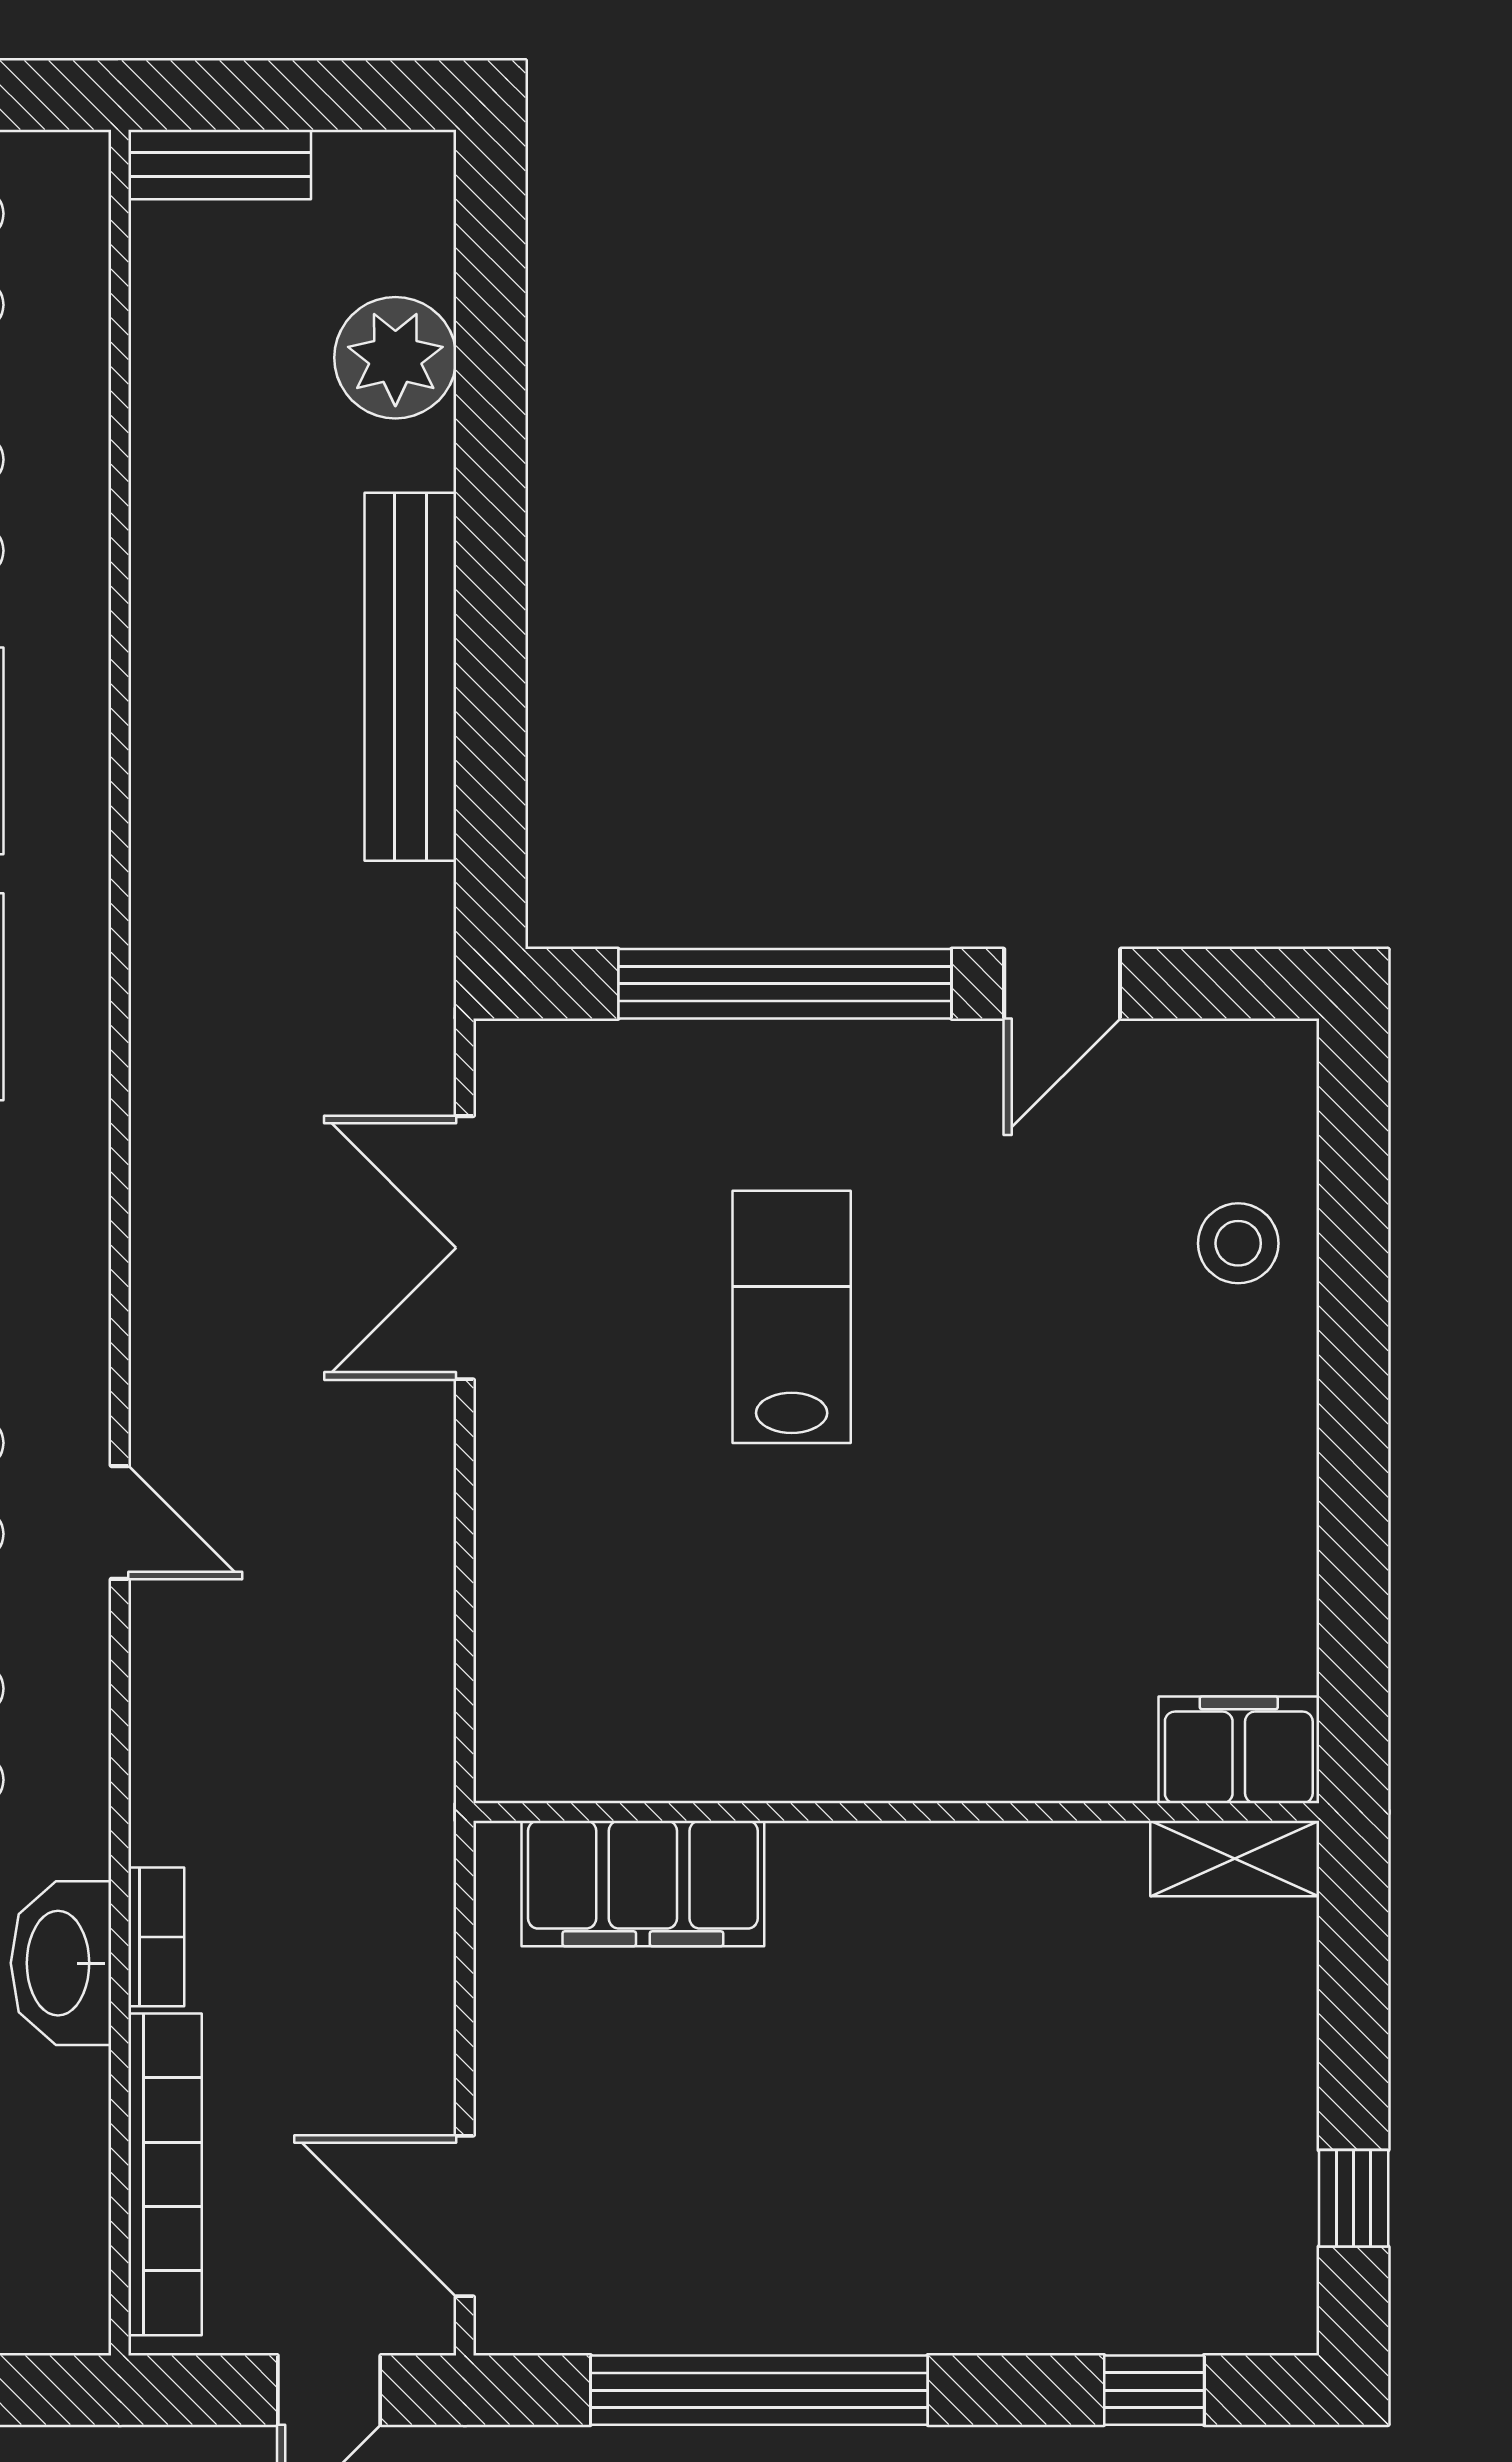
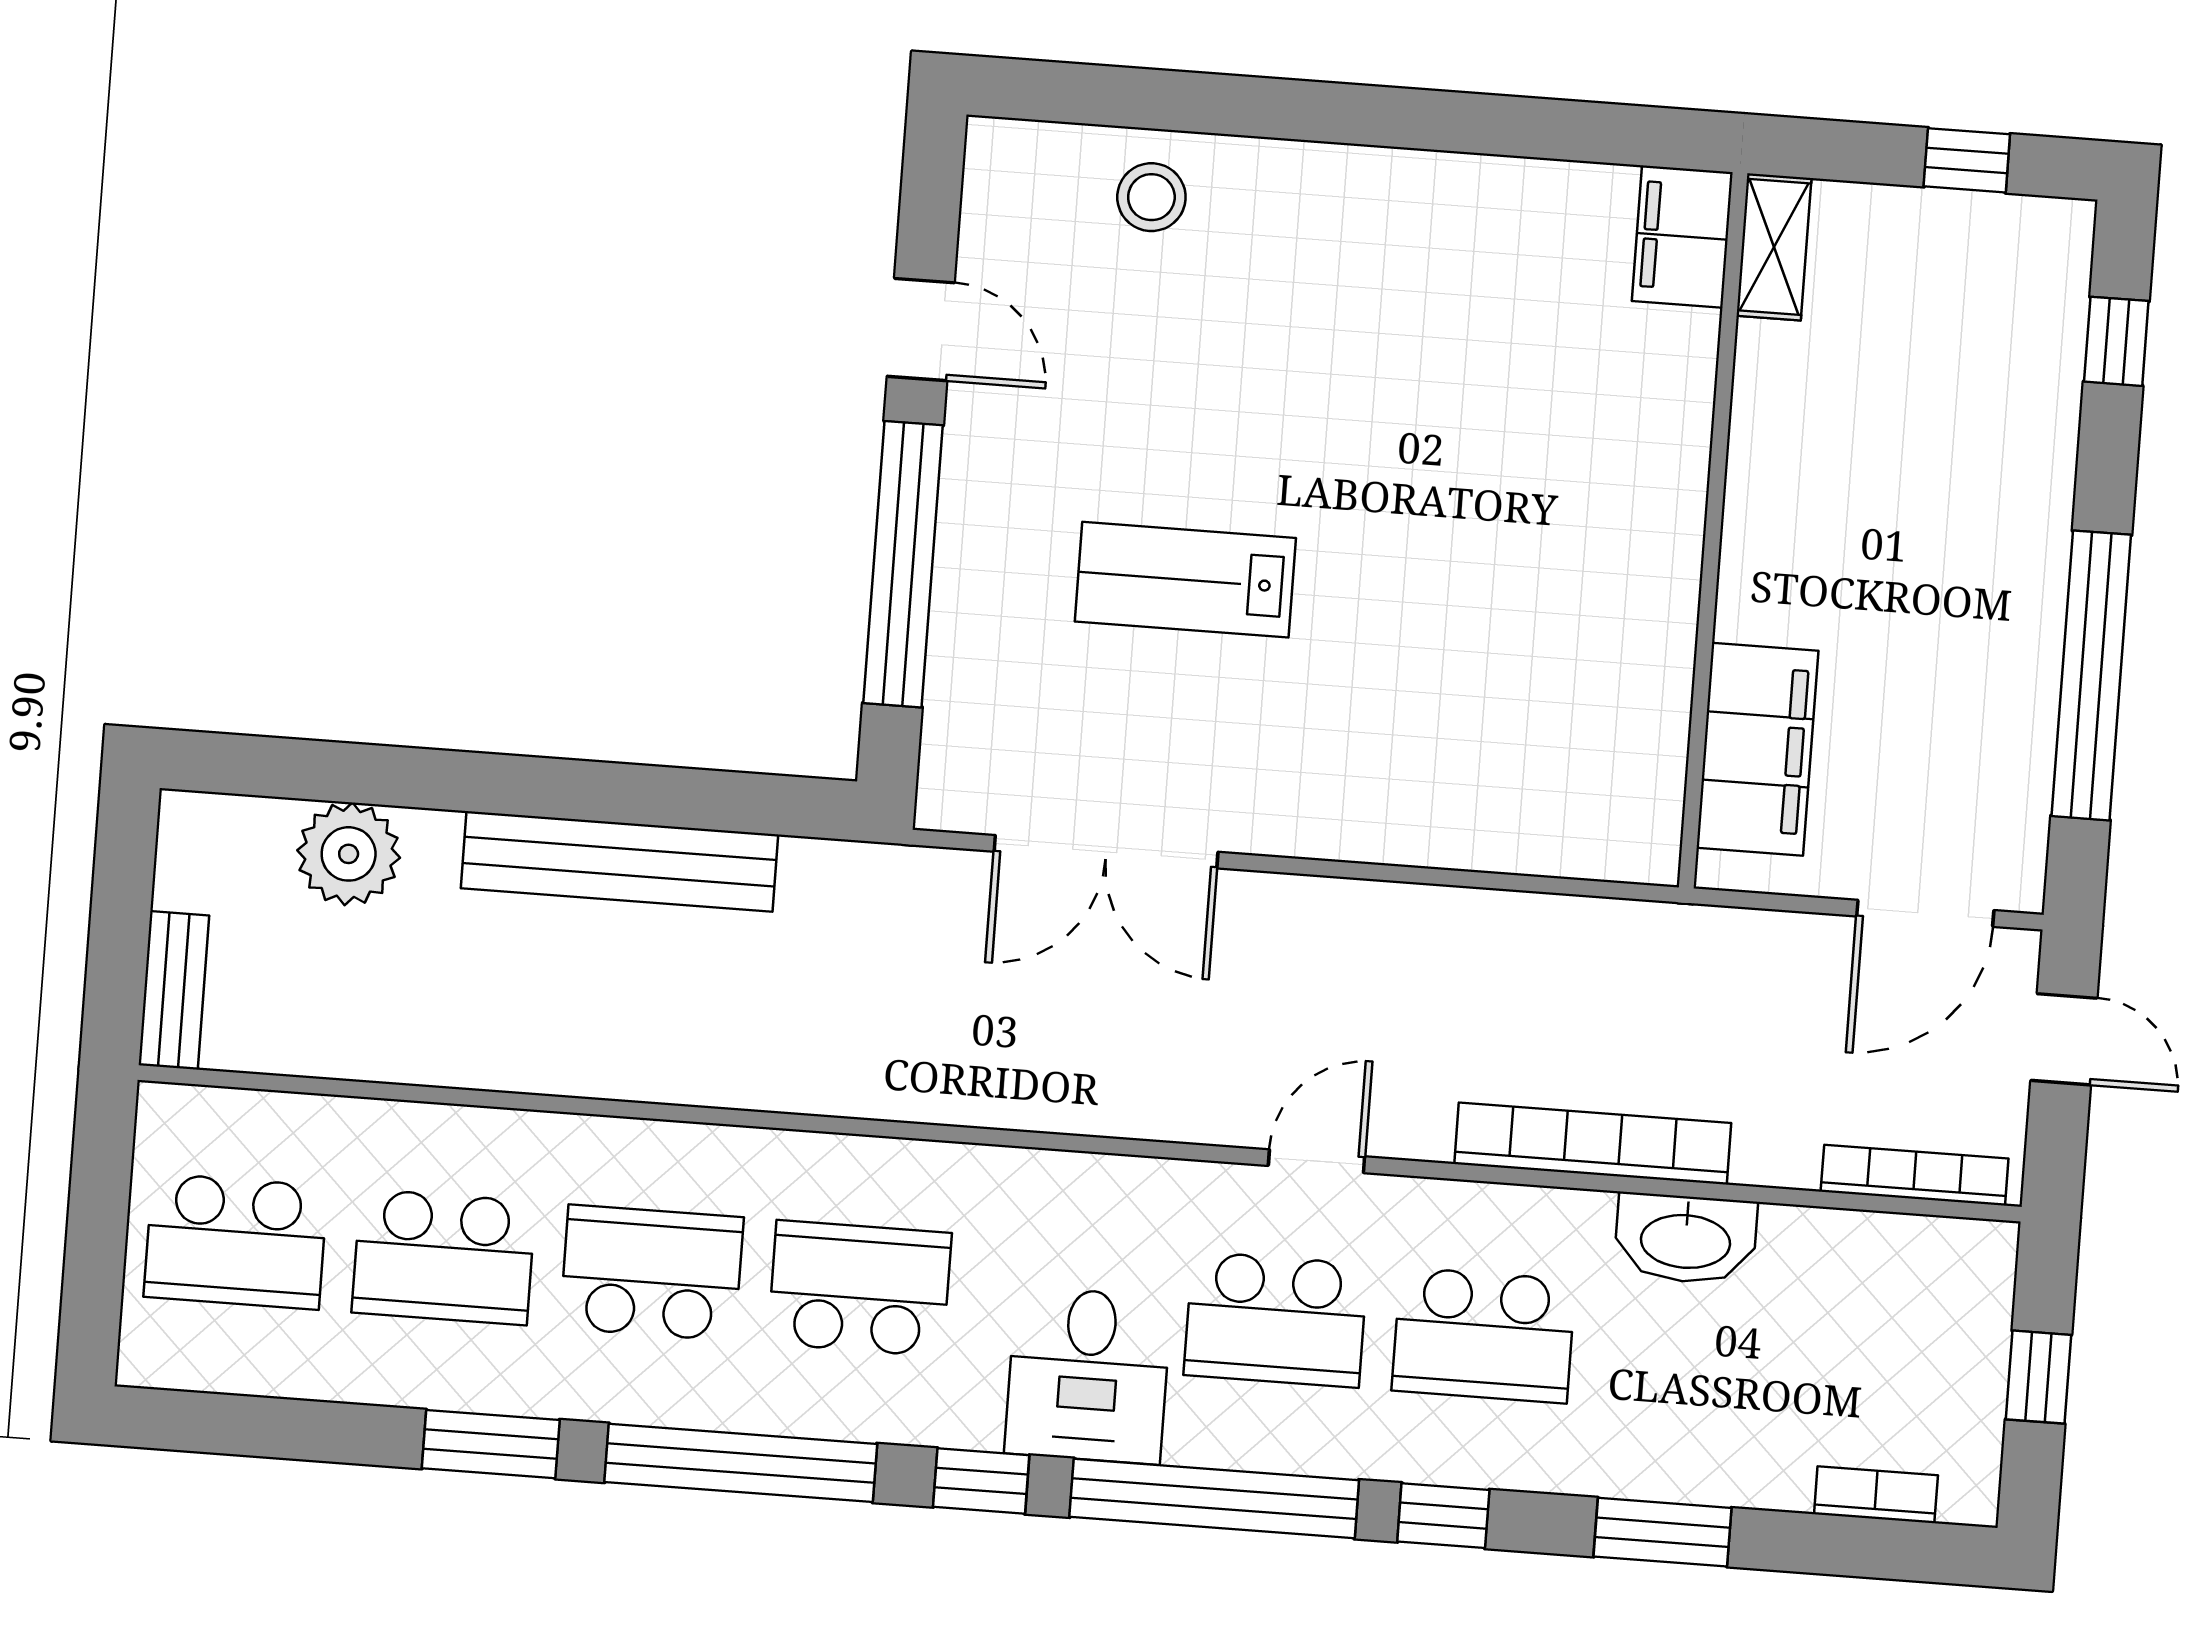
filing cabinet: (1239, 1750) -> (1682, 237), moved
wall: (896, 1812) -> (1713, 530), moved
shelving: (1235, 1859) -> (1774, 247), moved
filing cabinet: (643, 1883) -> (1757, 749), moved
bookcase: (156, 1937) -> (1593, 1144), width x2.31, depth x1.31
bookcase: (165, 2174) -> (1915, 1175), width x0.68, depth x0.76

